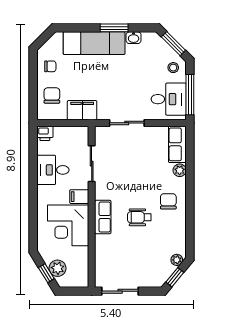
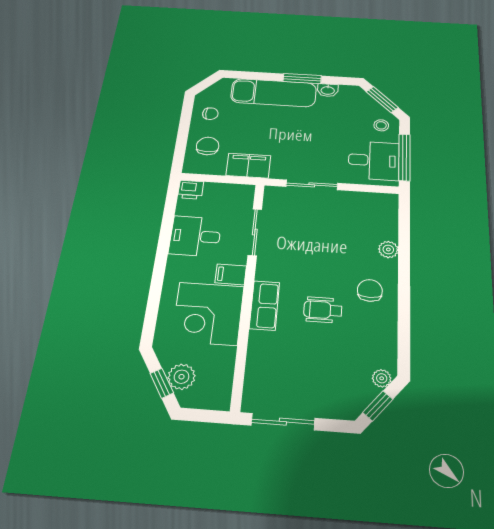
row of seats: (177, 144) -> (385, 216), removed

